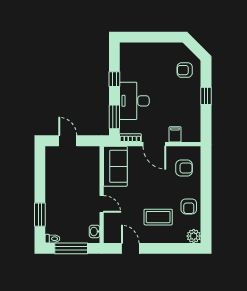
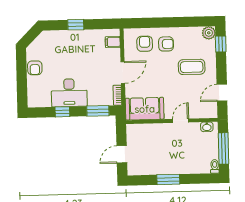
armchair: (185, 70) -> (35, 68), moved
desk: (134, 101) -> (69, 93), moved
filing cabinet: (175, 134) -> (113, 42), moved
armchair: (189, 206) -> (166, 44), moved
window: (40, 215) -> (168, 179), moved
coffee table: (158, 217) -> (192, 67), turned 90
window: (182, 248) -> (221, 44), added

